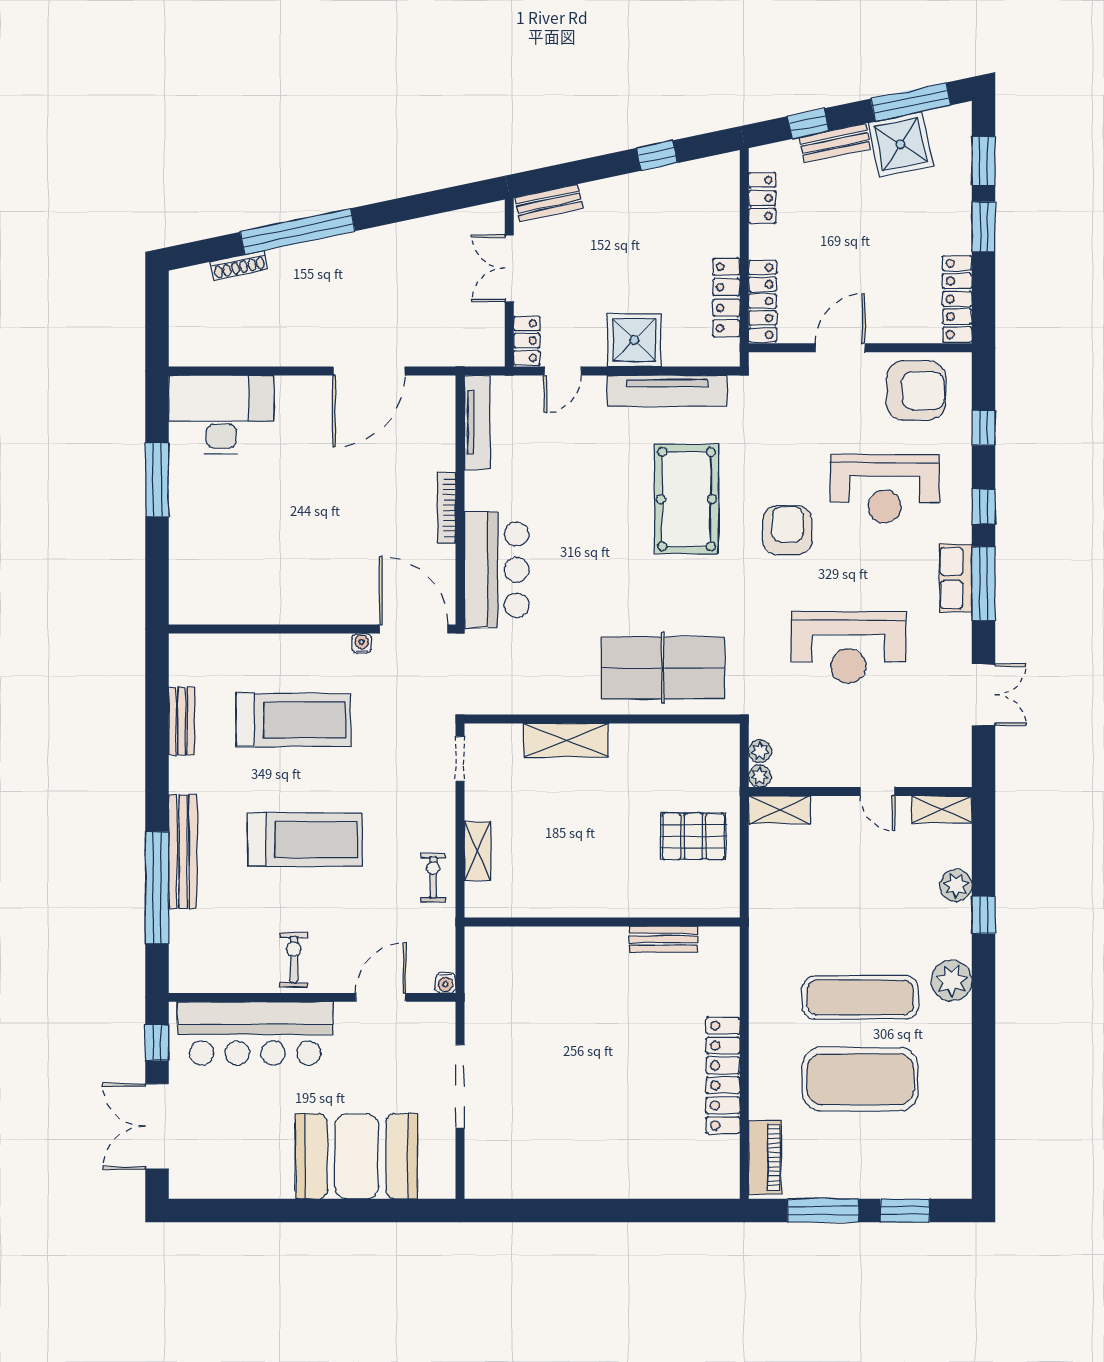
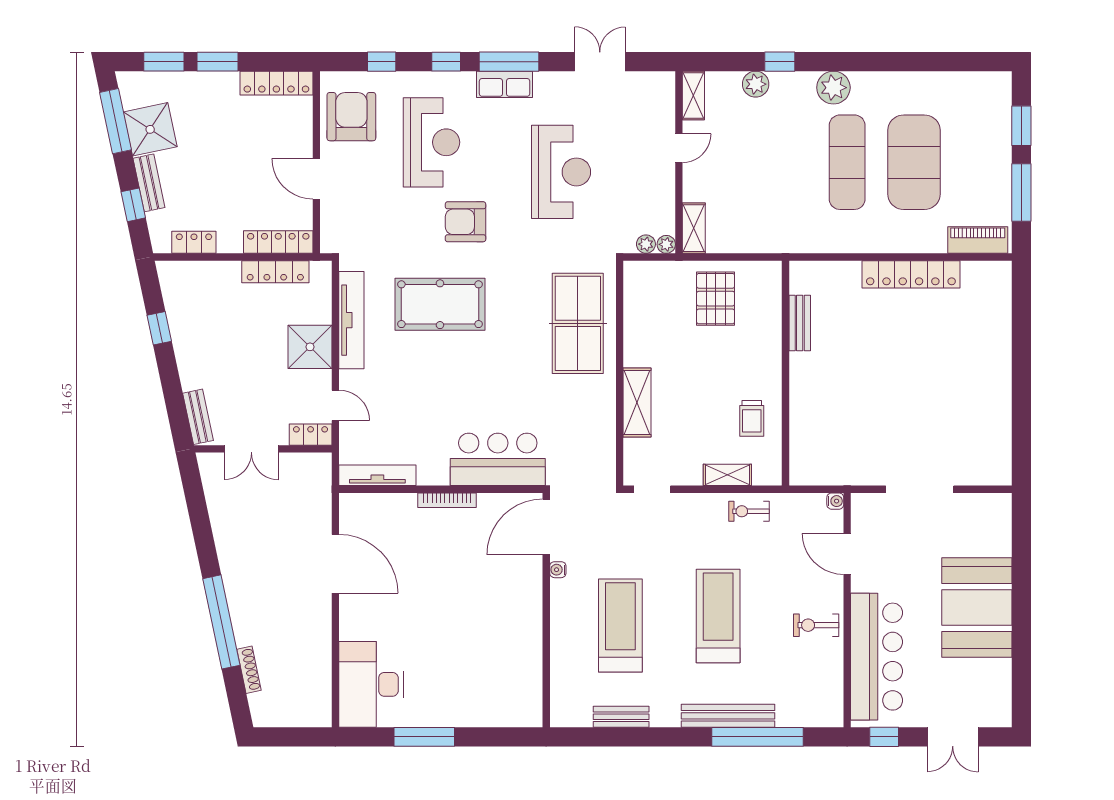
trolley: (547, 881) -> (752, 418), added
double door: (157, 1126) -> (953, 737), width x0.73
booth: (357, 1156) -> (977, 607), moved

